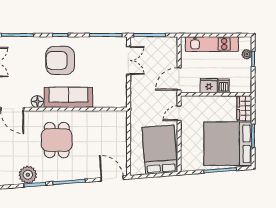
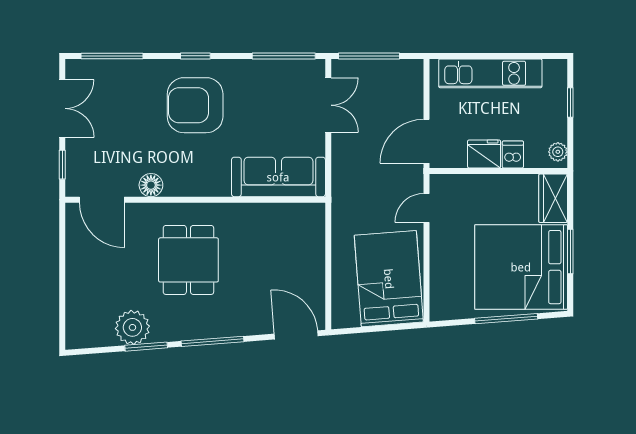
plant: (247, 54) -> (558, 152), moved
sofa: (68, 97) -> (278, 177), moved

